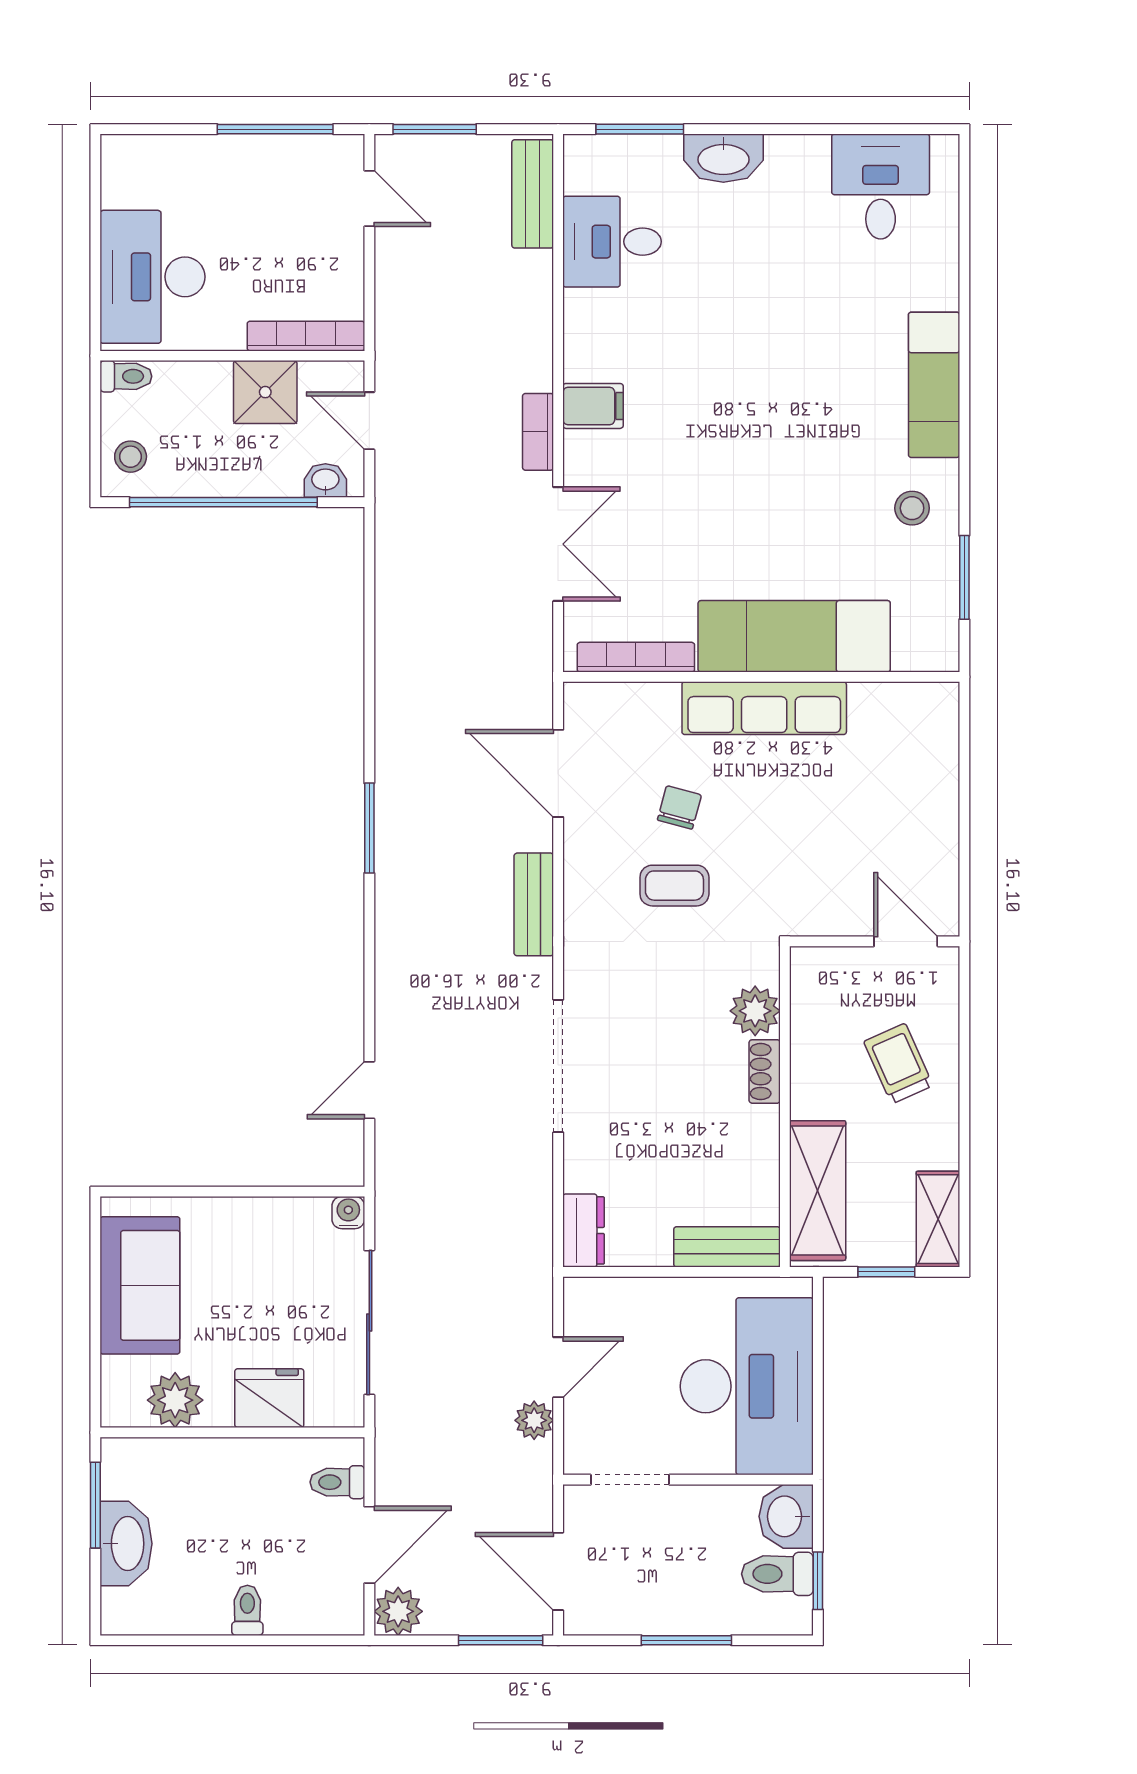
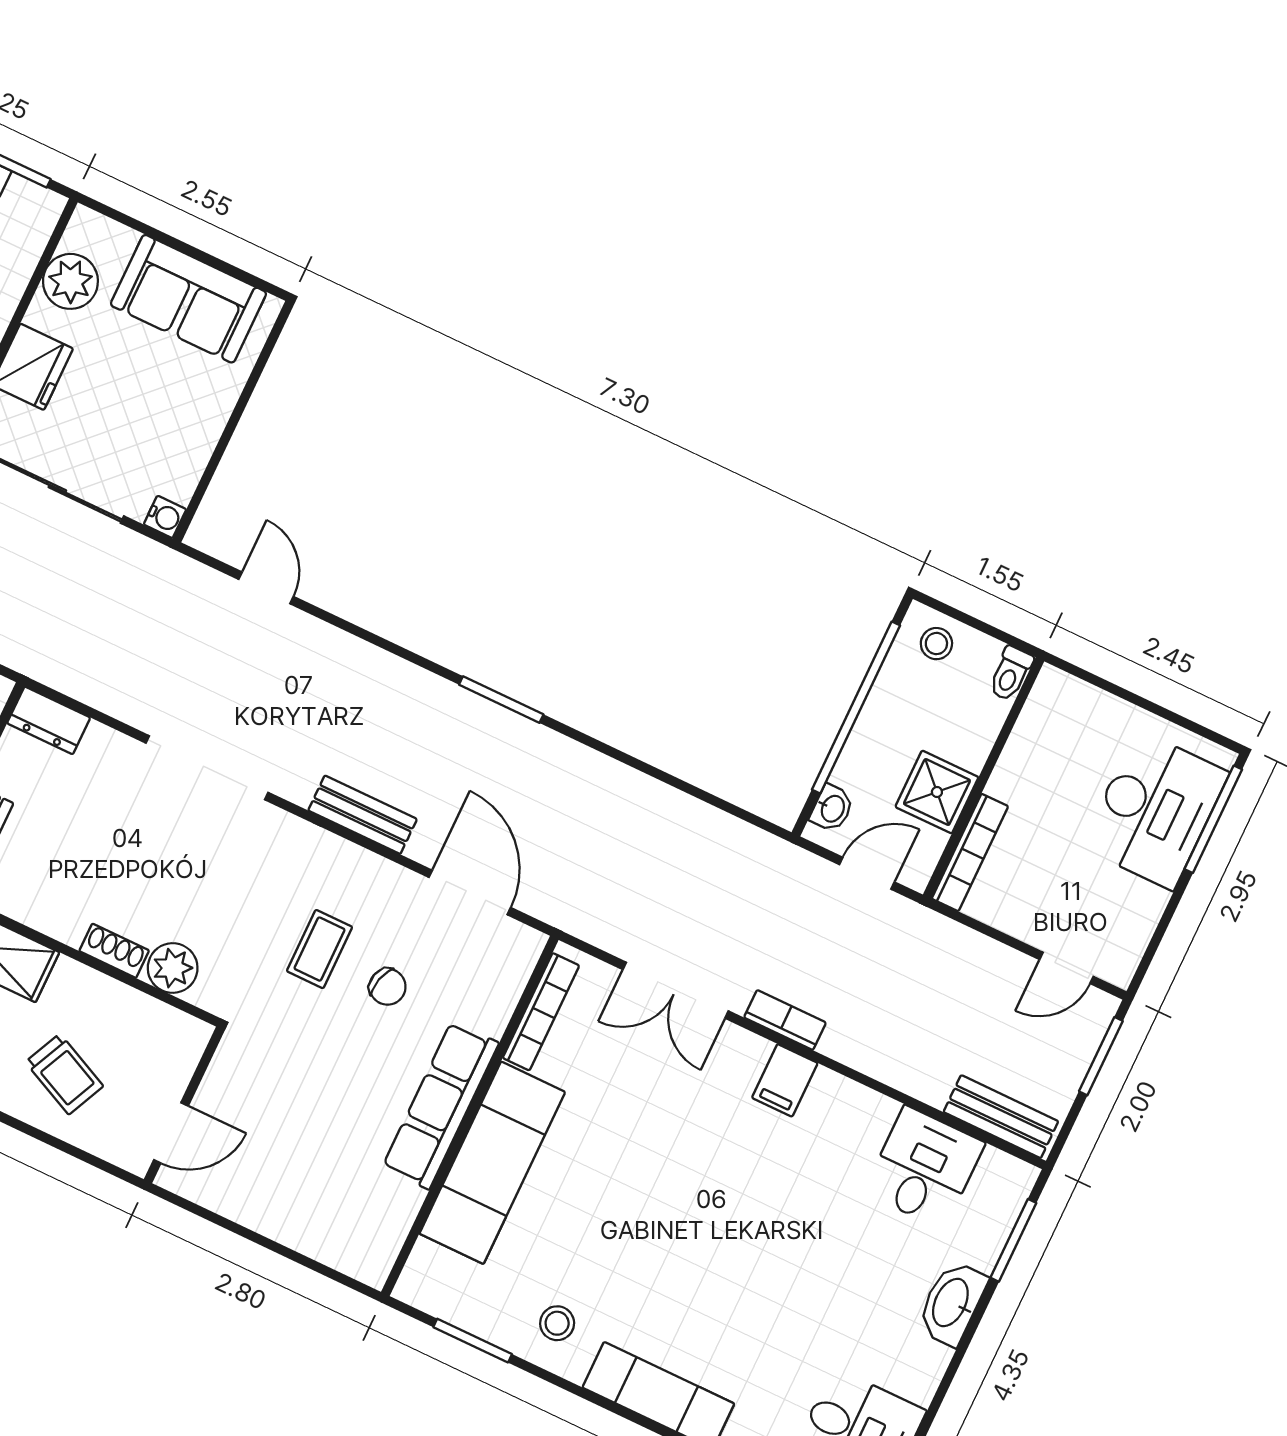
window: (275, 129) -> (1213, 819), moved
desk: (152, 277) -> (1155, 810), moved, turned 90
door: (558, 773) -> (470, 892), hinge flipped
trolley: (898, 1064) -> (64, 1074), turned 49

